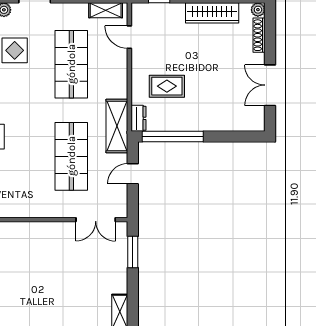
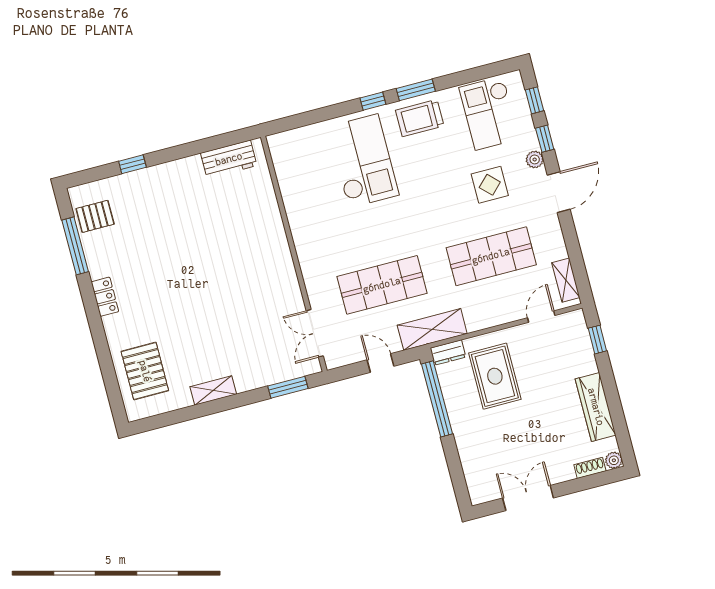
shoe rack: (259, 35) -> (590, 468), width x0.70
rug: (167, 86) -> (495, 376), width x1.36, depth x1.43

